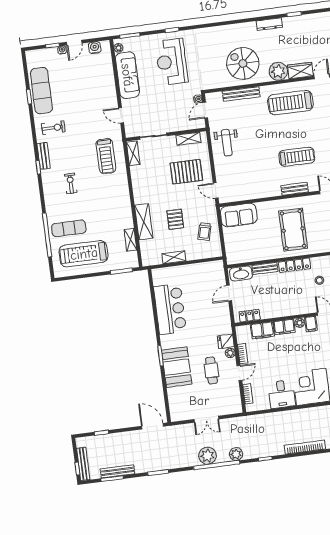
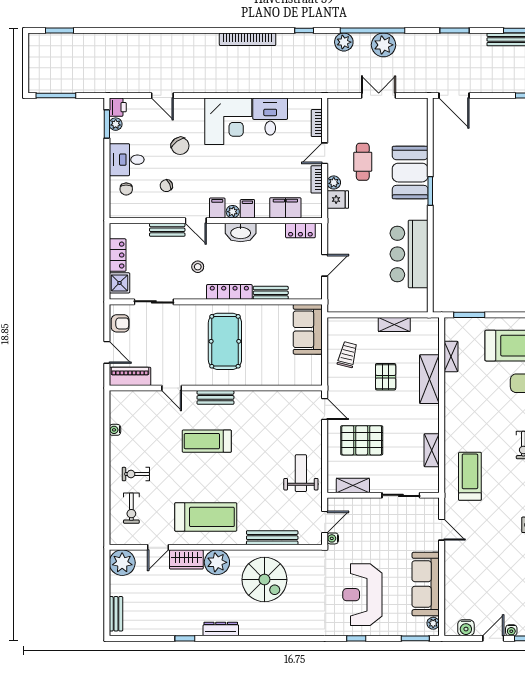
reception desk: (172, 62) -> (362, 595), turned 180
shelving: (133, 153) -> (432, 450), moved
sofa: (239, 215) -> (308, 329), moved, turned -90
washbasin: (241, 274) -> (241, 232), moved, turned 180
filing cabinet: (284, 327) -> (247, 209), width x0.50

